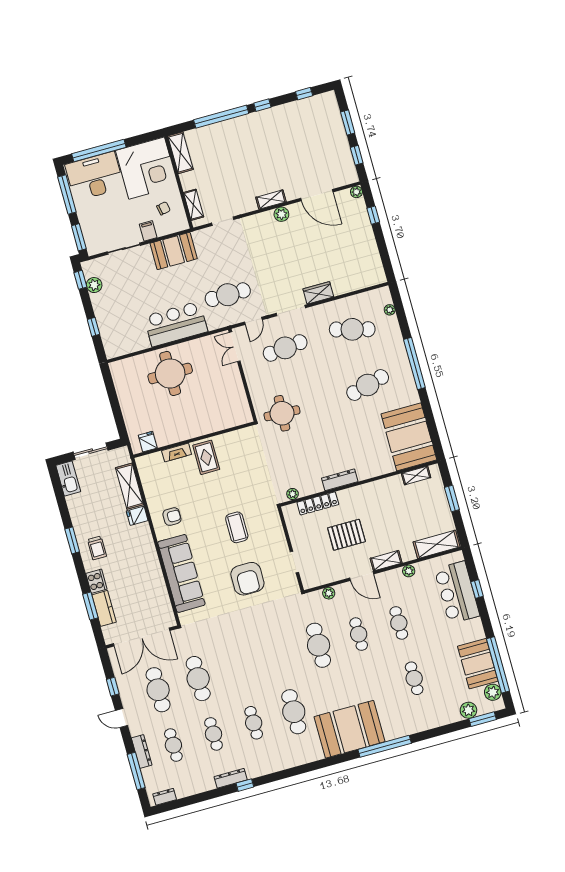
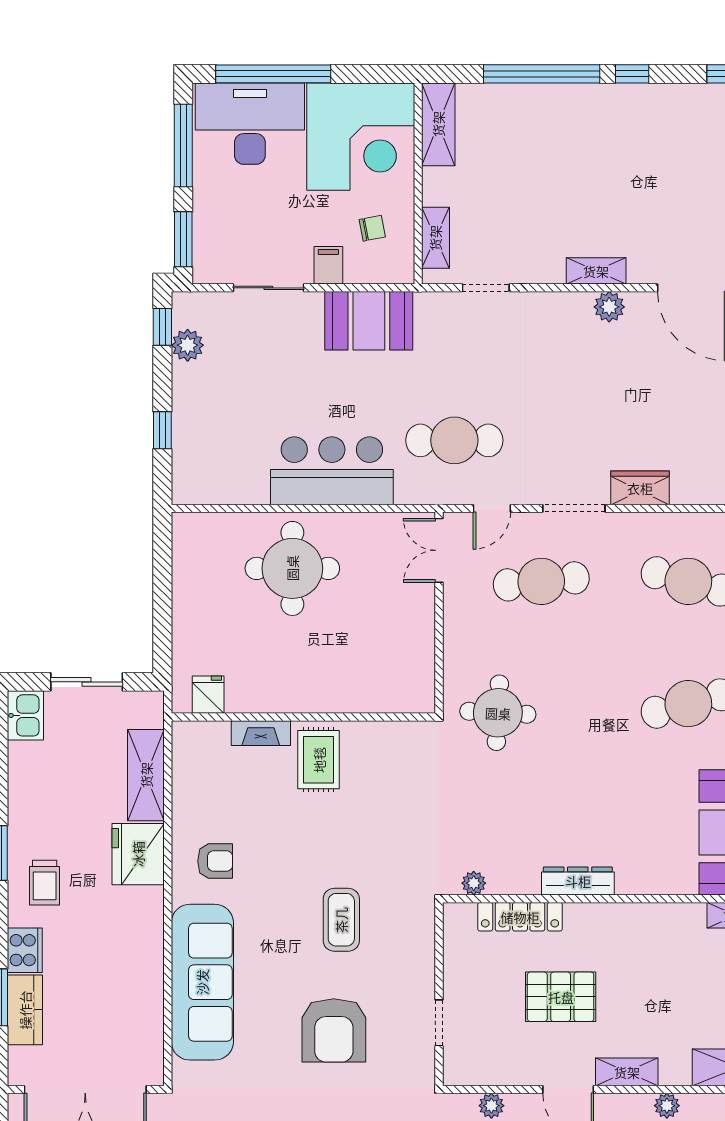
kitchen sink: (68, 478) -> (25, 715), width x0.73
fridge: (137, 516) -> (138, 854), width x1.88, depth x1.34

